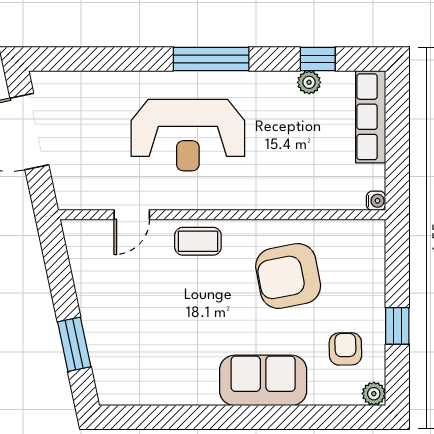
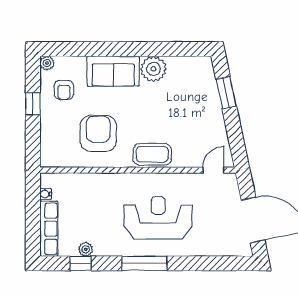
water cooler: (376, 201) -> (46, 194), moved
door: (132, 215) -> (213, 170), moved
coffee table: (198, 241) -> (152, 154), width x1.36, depth x1.30
armchair: (288, 276) -> (98, 133), turned -79
plant: (196, 384) -> (154, 69), added

